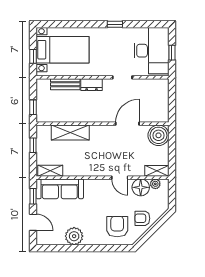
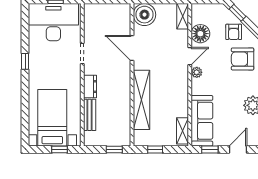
shelving: (70, 133) -> (141, 100), width x1.47
plant: (155, 184) -> (197, 72), moved
window: (160, 222) -> (237, 13), added

